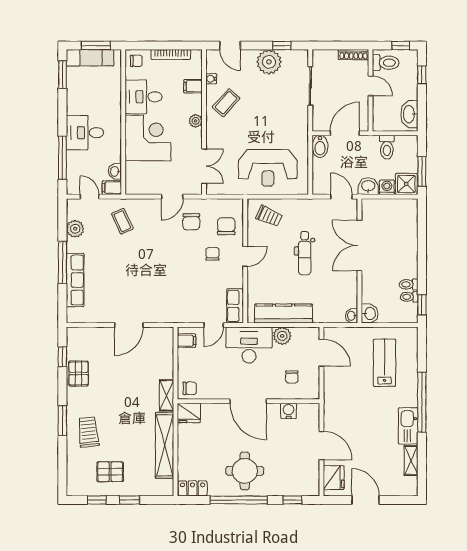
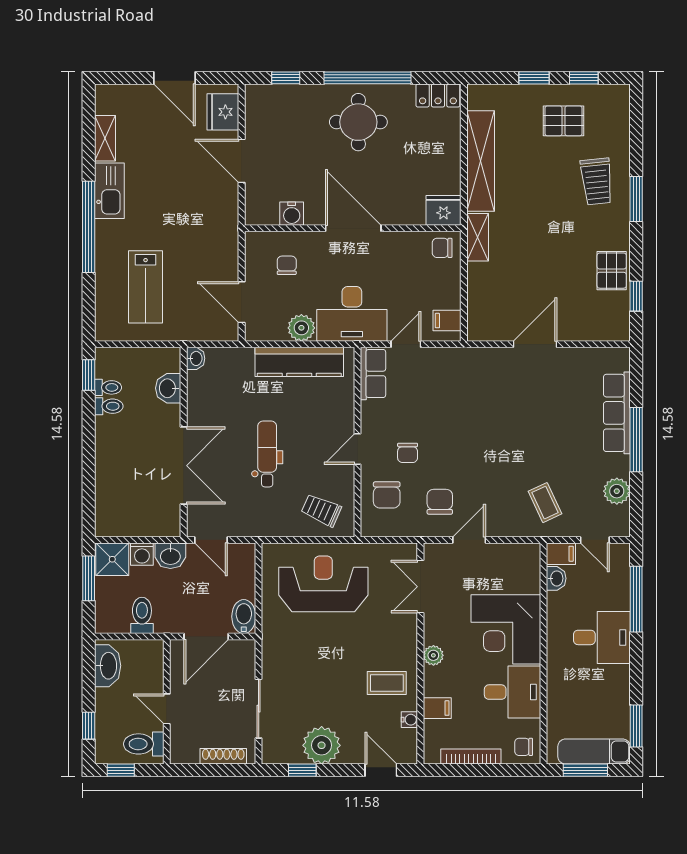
shoe rack: (354, 55) -> (223, 756), moved
coffee table: (226, 103) -> (387, 683), turned 48
washbasin: (370, 313) -> (168, 388), moved

